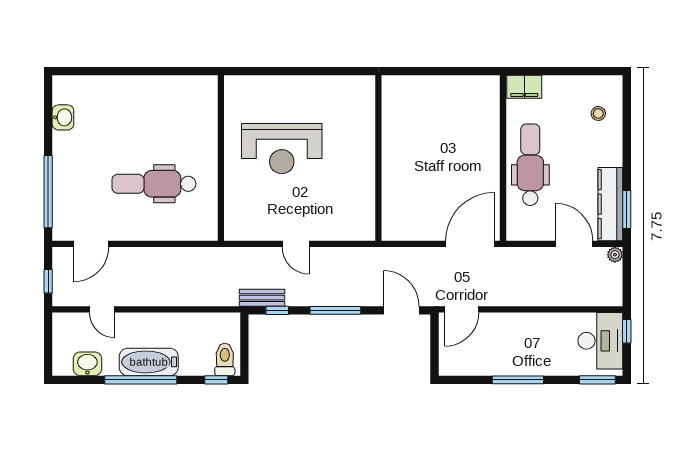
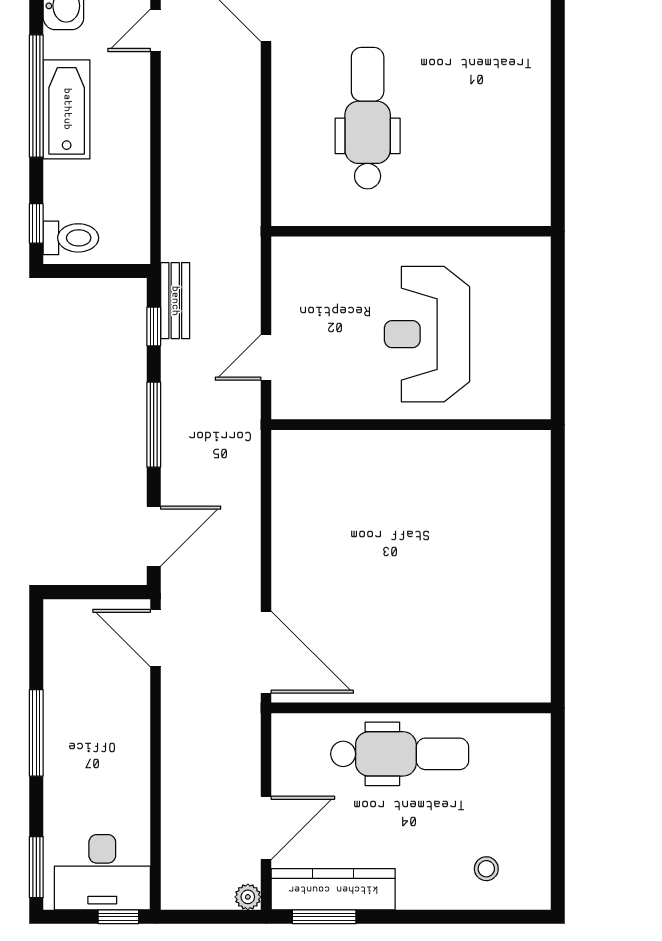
filing cabinet: (524, 87) -> (531, 744), removed
wall: (378, 158) -> (411, 425), moved

